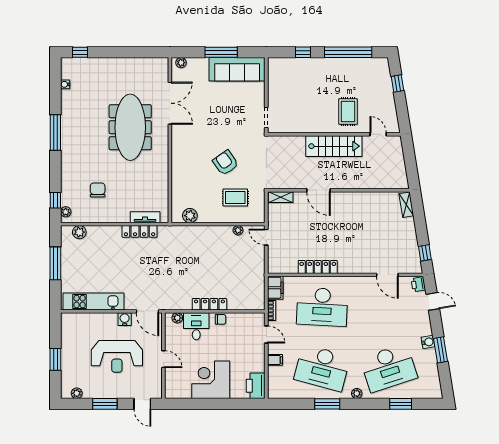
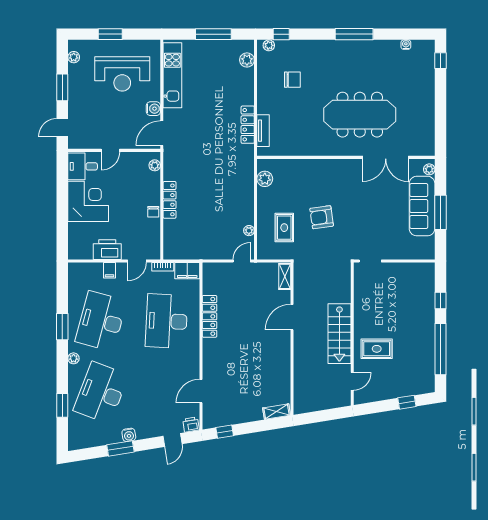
sofa: (237, 69) -> (422, 206), moved
armchair: (226, 163) -> (322, 217), turned -153
desk: (196, 326) -> (83, 166), moved, turned 180
reception desk: (117, 356) -> (122, 74), moved, turned -90
desk: (389, 368) -> (101, 393), turned 39
printer: (256, 386) -> (107, 250), moved

